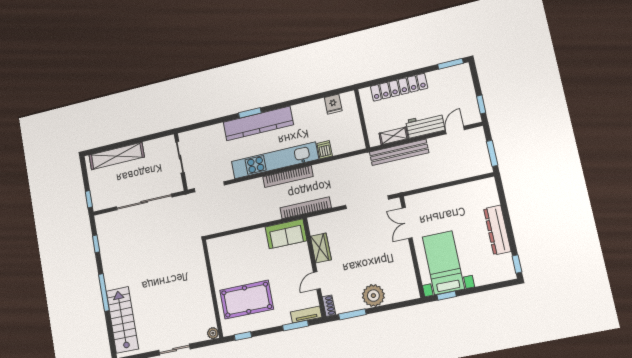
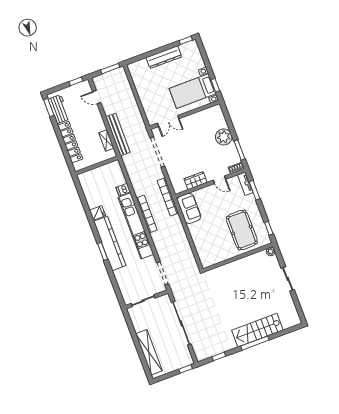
fridge: (333, 104) -> (97, 213), moved
workbench: (425, 125) -> (59, 109), moved, turned 180
stairs: (122, 320) -> (257, 330), moved

